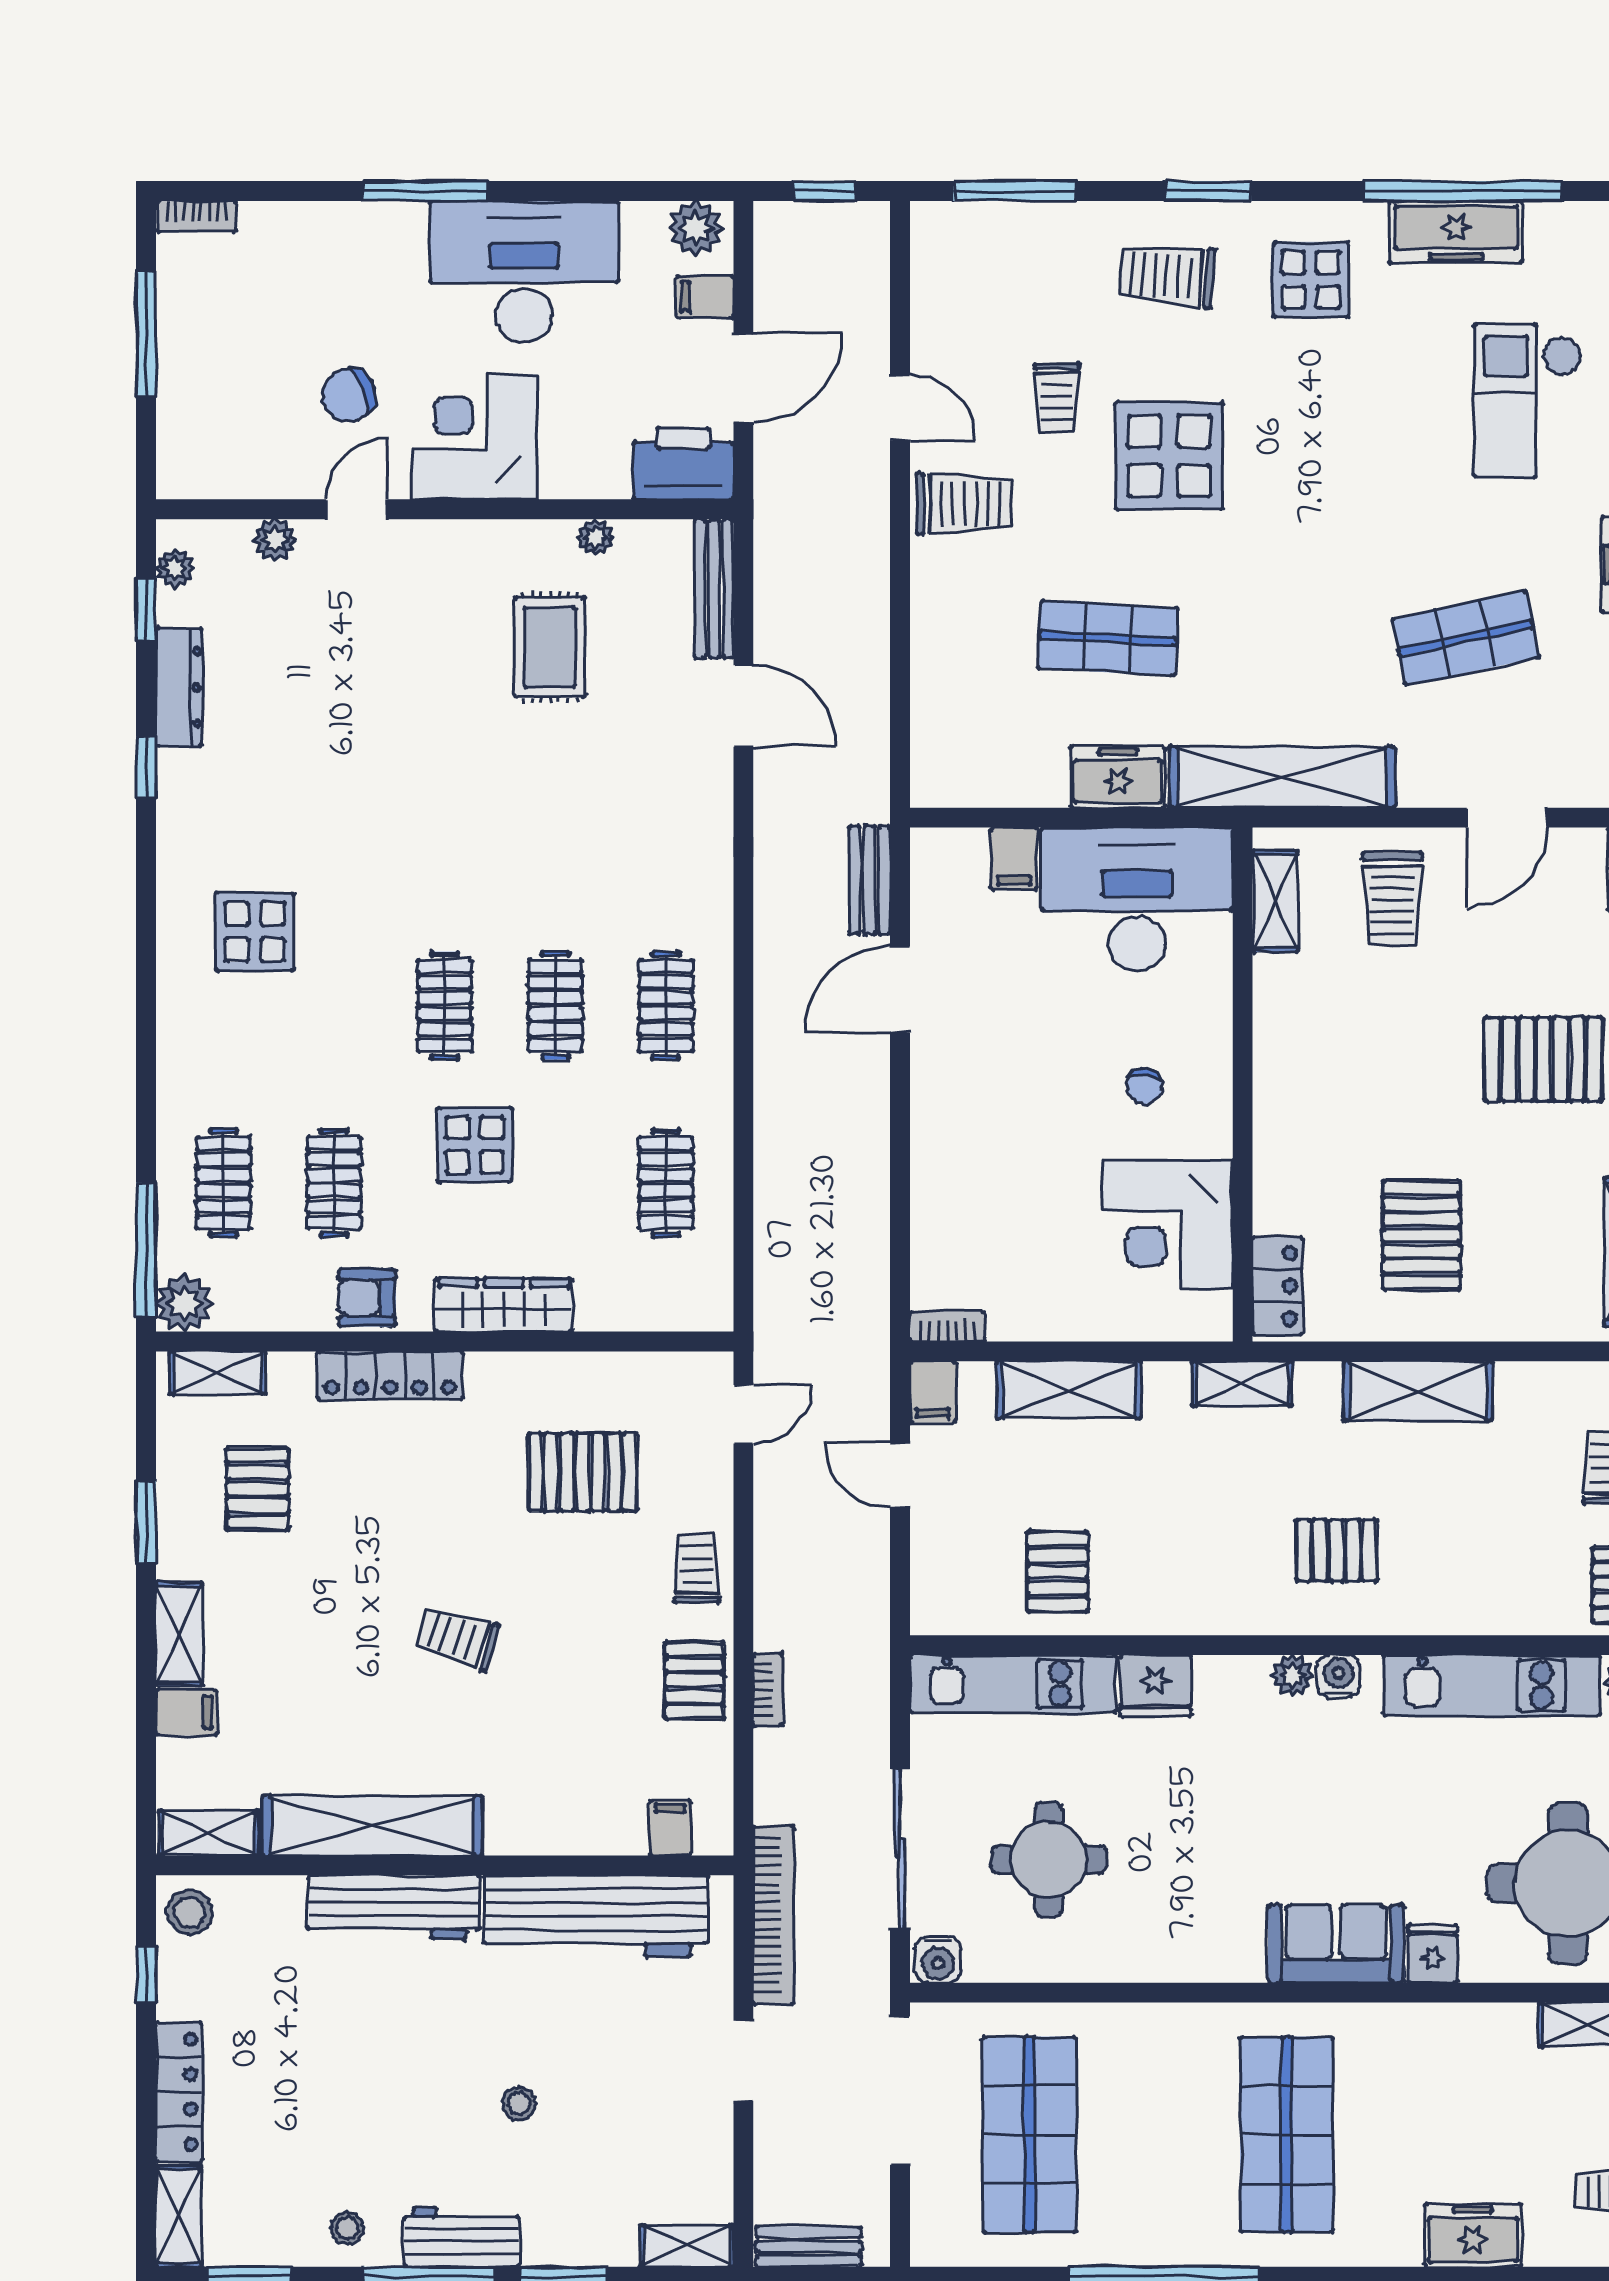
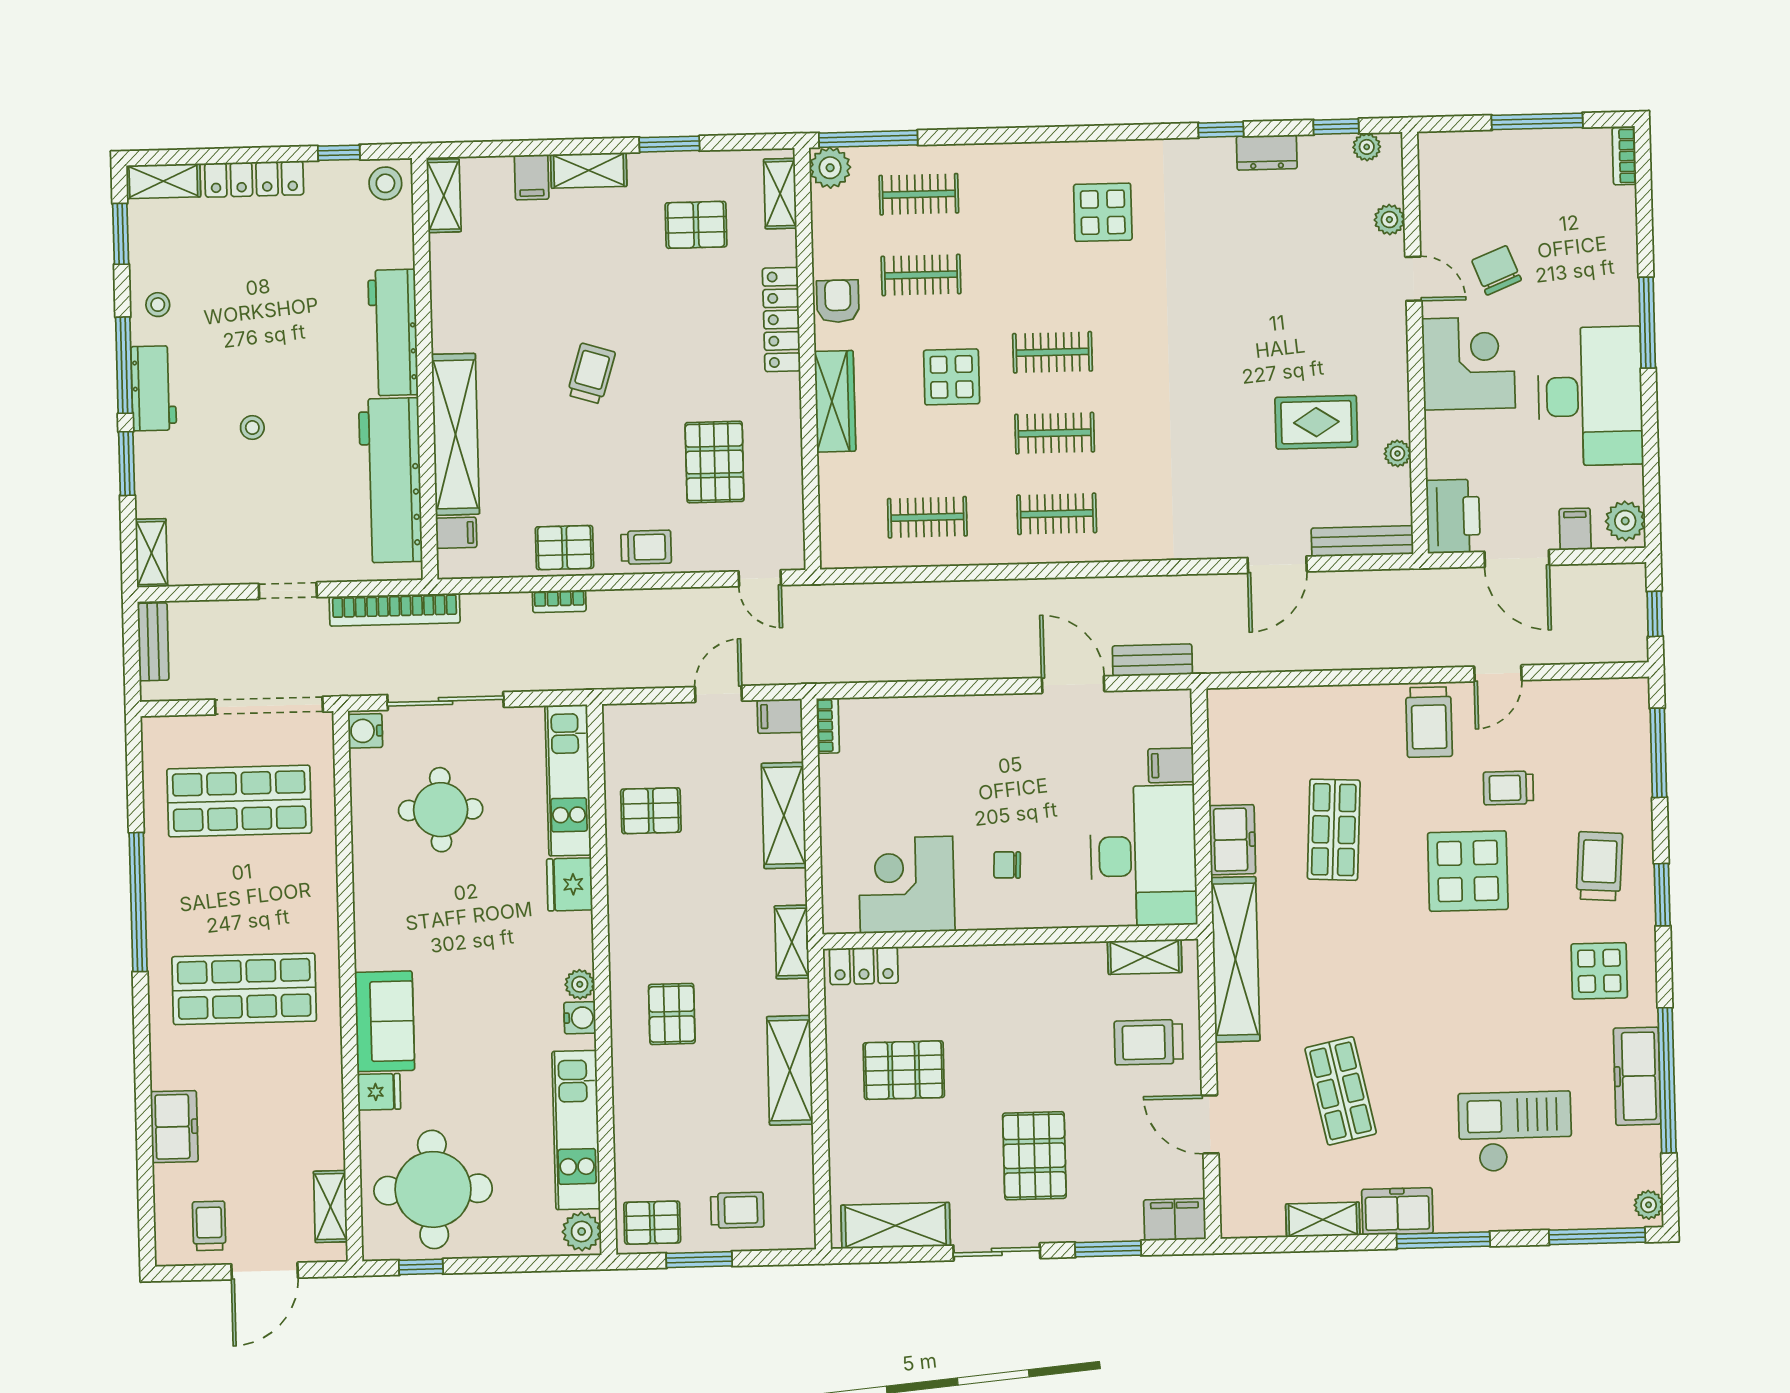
dresser: (179, 687) -> (1267, 153), width x0.70
shelving: (372, 1826) -> (456, 434), moved

